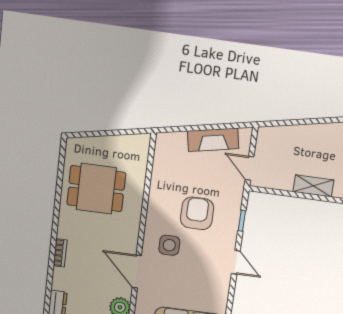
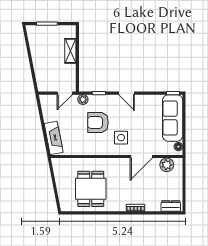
fireplace: (213, 140) -> (54, 138), moved
plant: (236, 195) -> (83, 100), added
door: (236, 262) -> (126, 93), swing flipped

